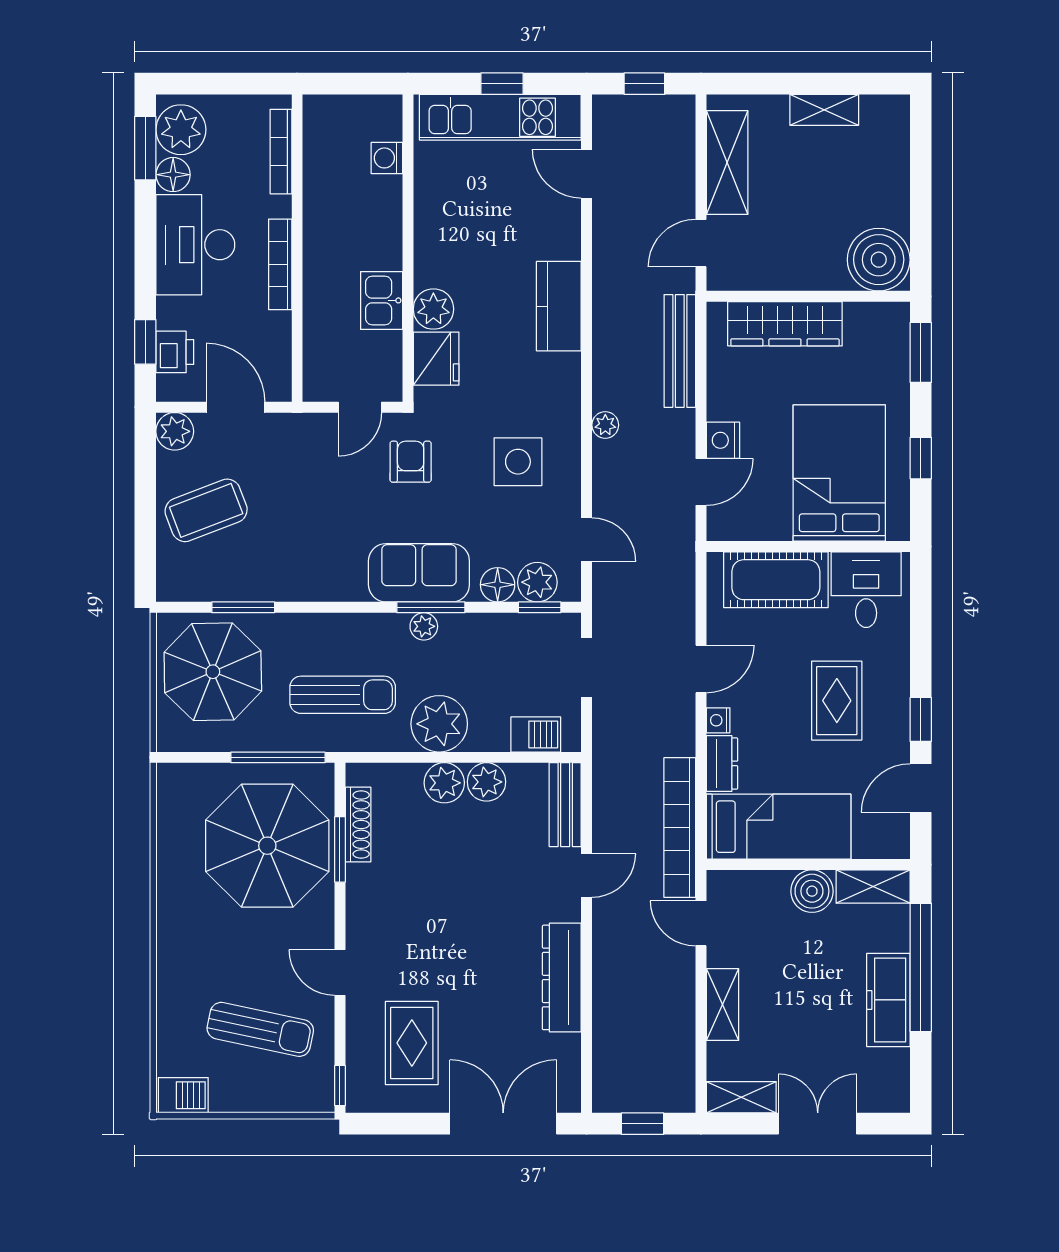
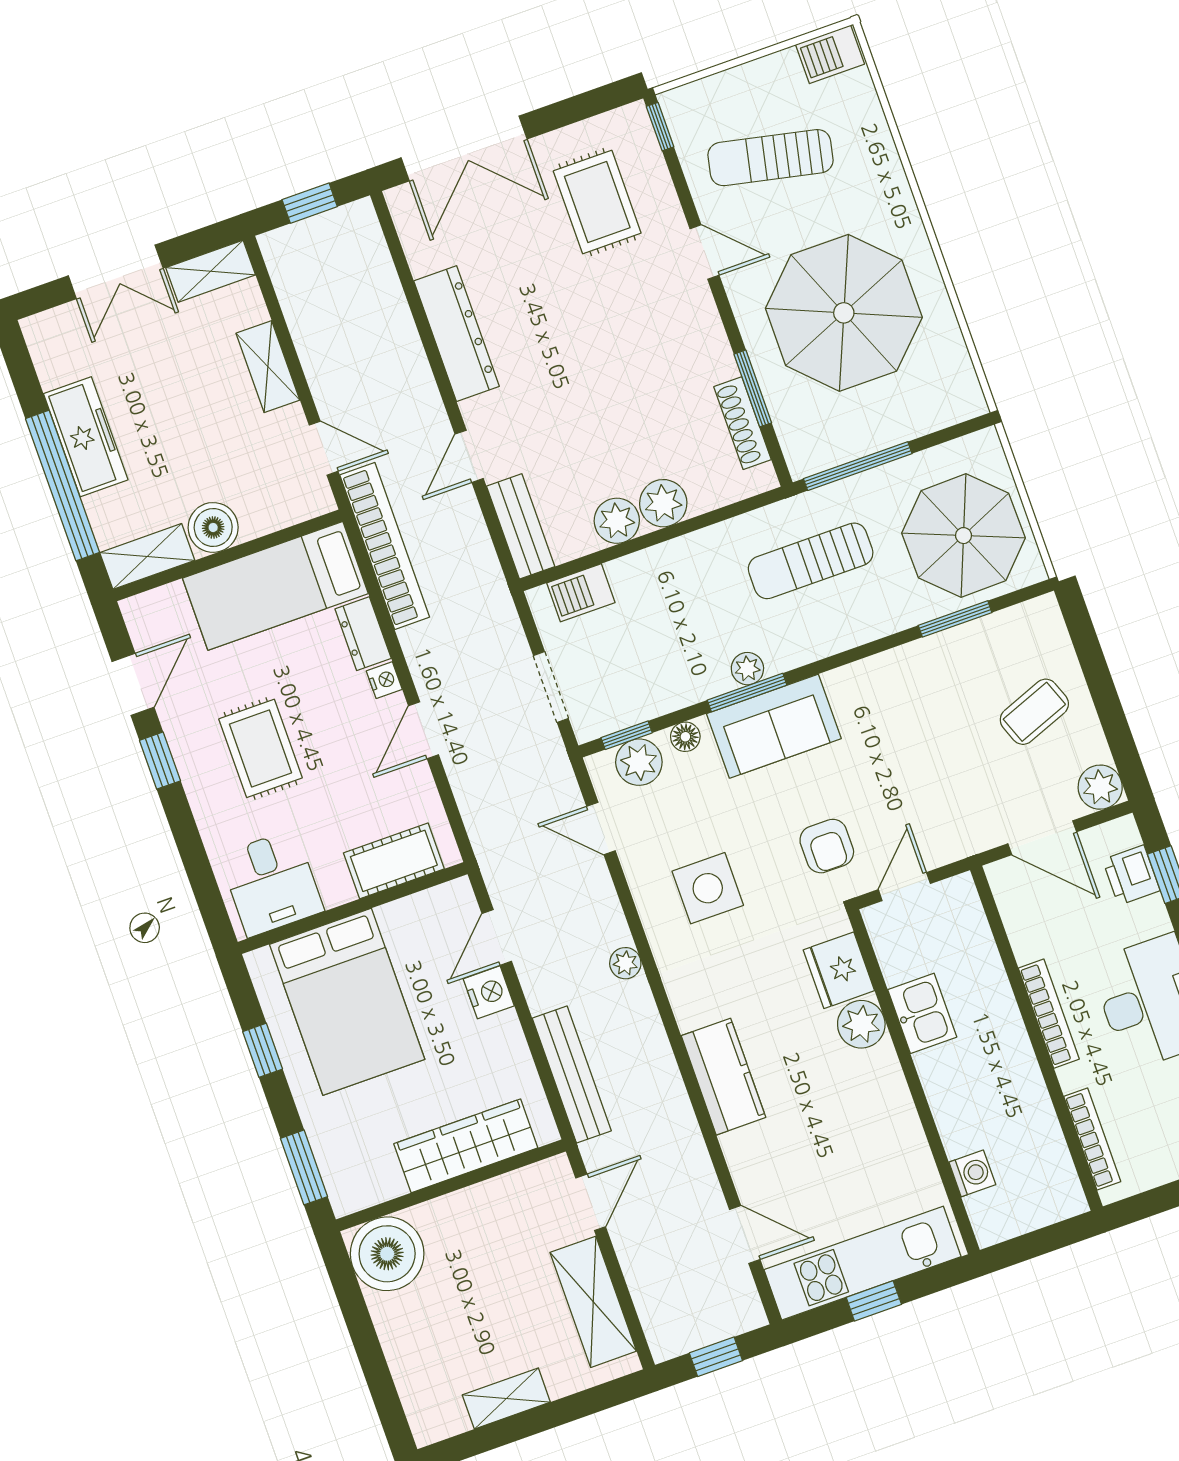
coffee table: (206, 510) -> (1034, 712), width x0.73, depth x0.77
cot: (776, 580) -> (394, 861), width x0.73, depth x0.75
floor lamp: (498, 585) -> (685, 737), width x0.73, depth x0.73
plant: (439, 724) -> (692, 567), removed
parasol: (267, 846) -> (844, 313), moved

